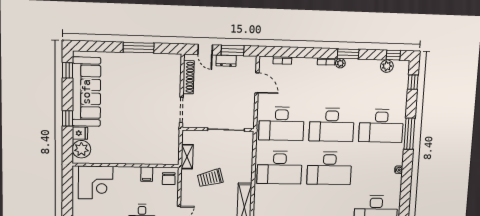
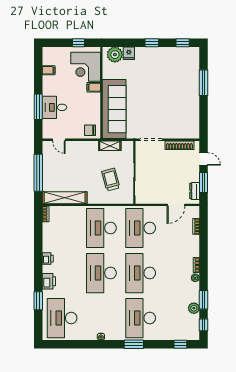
window: (139, 48) -> (204, 83), moved
door: (205, 50) -> (204, 159), swing flipped
window: (348, 54) -> (204, 300), moved
dresser: (226, 61) -> (195, 191), moved
plant: (387, 66) -> (194, 308), moved
sofa: (86, 92) -> (114, 109), moved, turned -90
window: (67, 118) -> (152, 43), moved
window: (409, 134) -> (134, 344), width x0.69
filing cabinet: (147, 174) -> (94, 87), moved
trolley: (210, 178) -> (111, 180), moved
window: (67, 190) -> (79, 43), added

